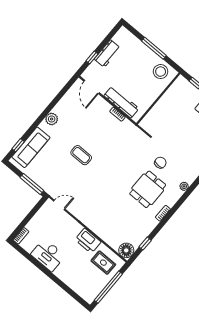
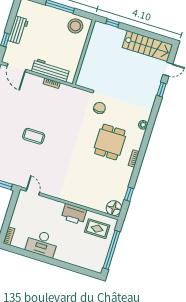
chair: (160, 163) -> (100, 108), moved
door: (59, 205) -> (33, 192), hinge flipped

